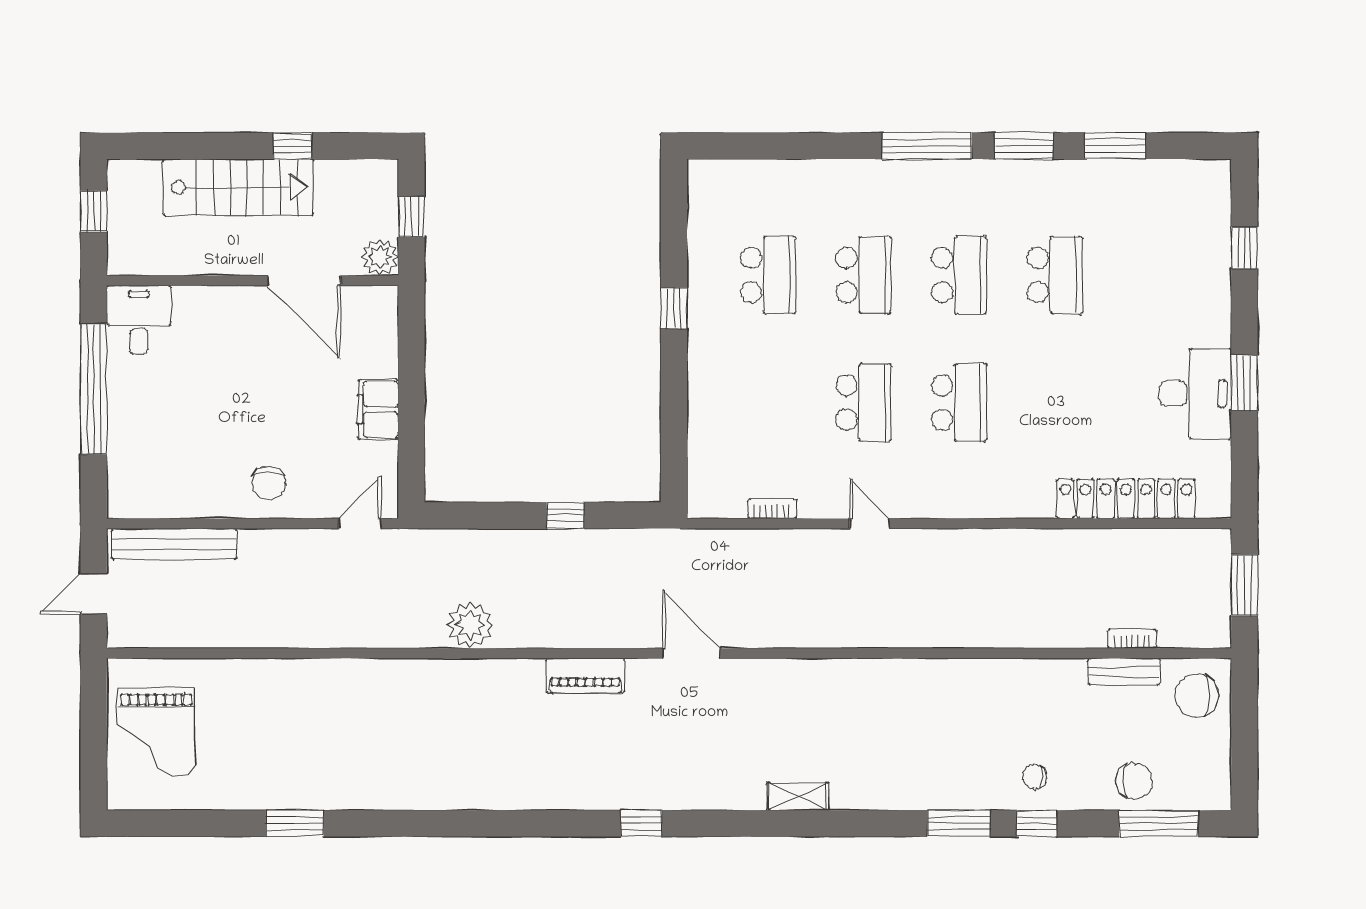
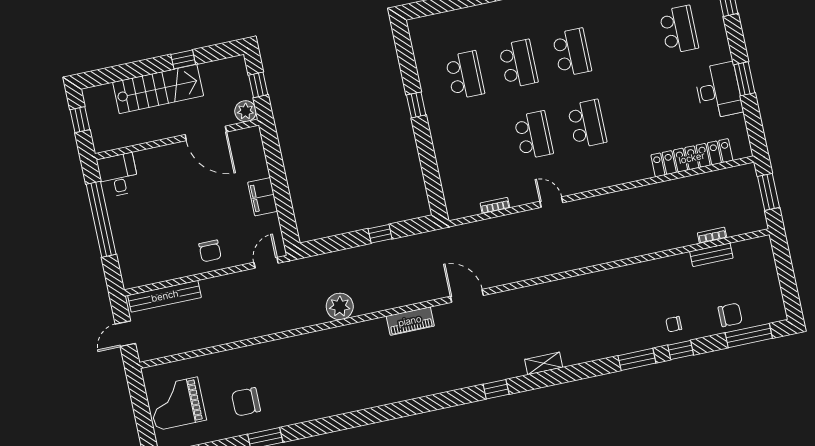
school desk: (1055, 275) -> (679, 30), moved
chair: (1196, 696) -> (246, 402), moved
grand piano: (156, 732) -> (177, 404), turned 90
window: (641, 823) -> (496, 389), moved

